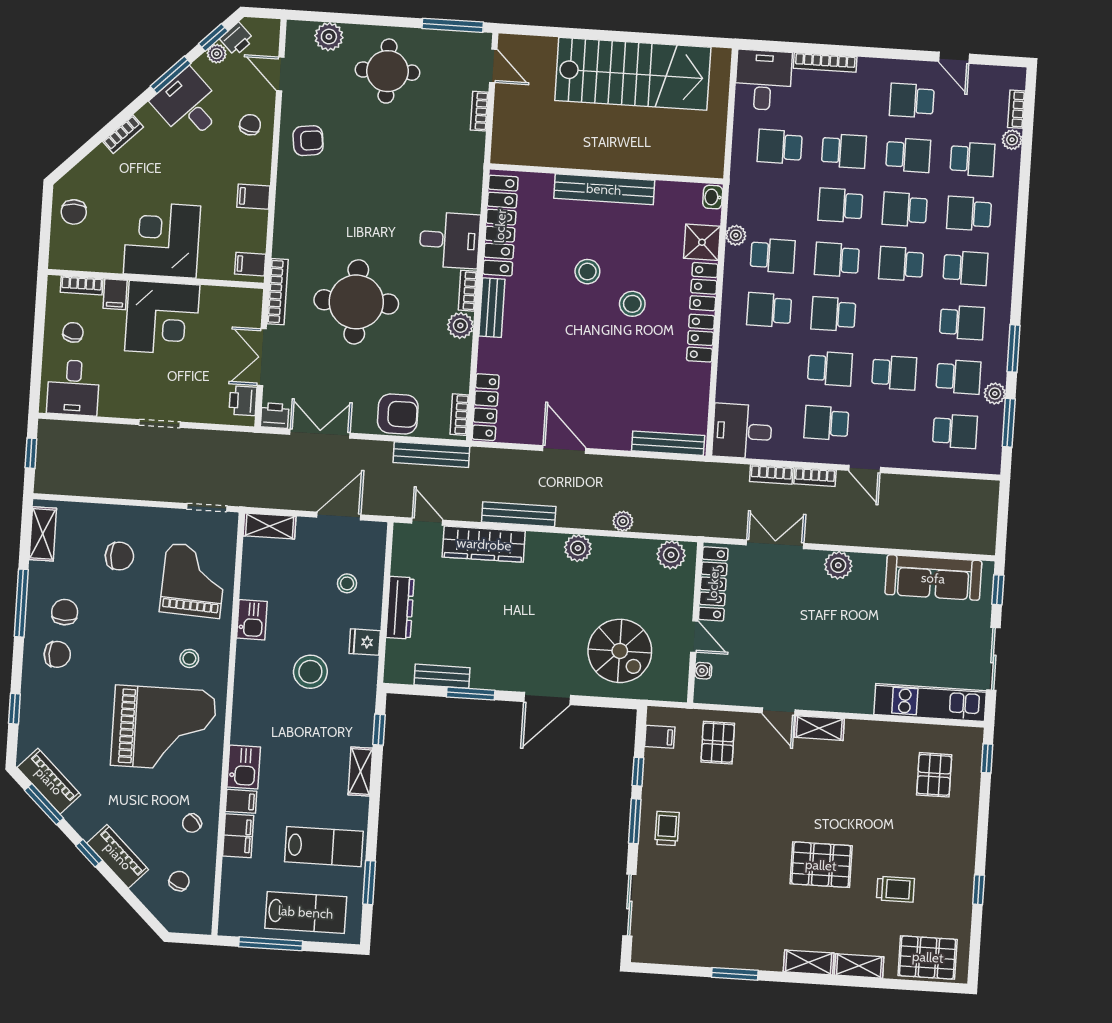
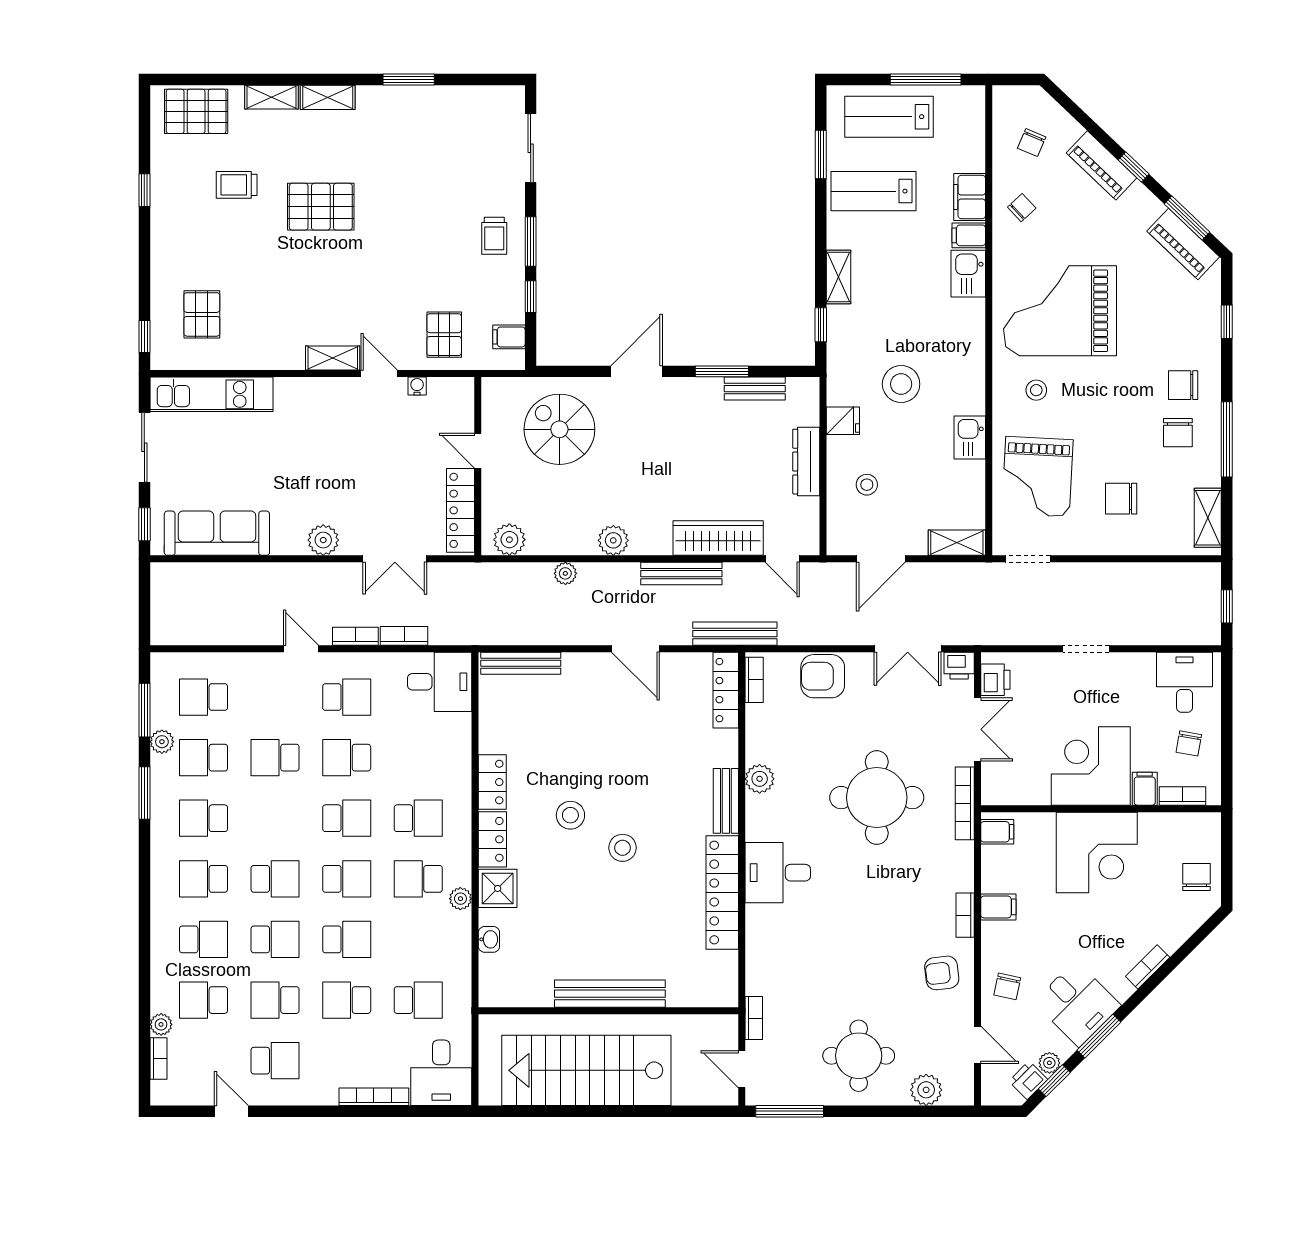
wall: (607, 174) -> (608, 1011), moved
bench: (604, 189) -> (610, 994), moved
bookcase: (468, 291) -> (965, 915), moved, turned 180
bench: (431, 455) -> (735, 634), moved
water cooler: (703, 671) -> (417, 386), moved, turned -90

